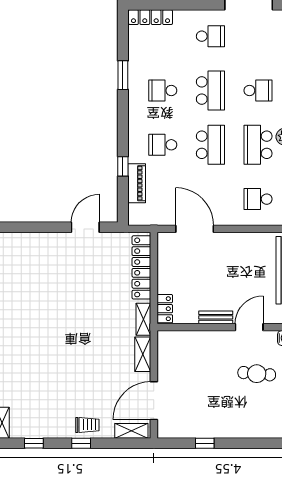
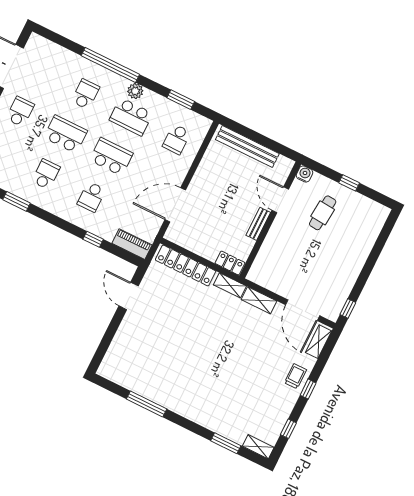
school desk: (163, 90) -> (46, 174), turned 180
piano: (137, 183) -> (132, 244), moved
window: (205, 443) -> (348, 309), moved

